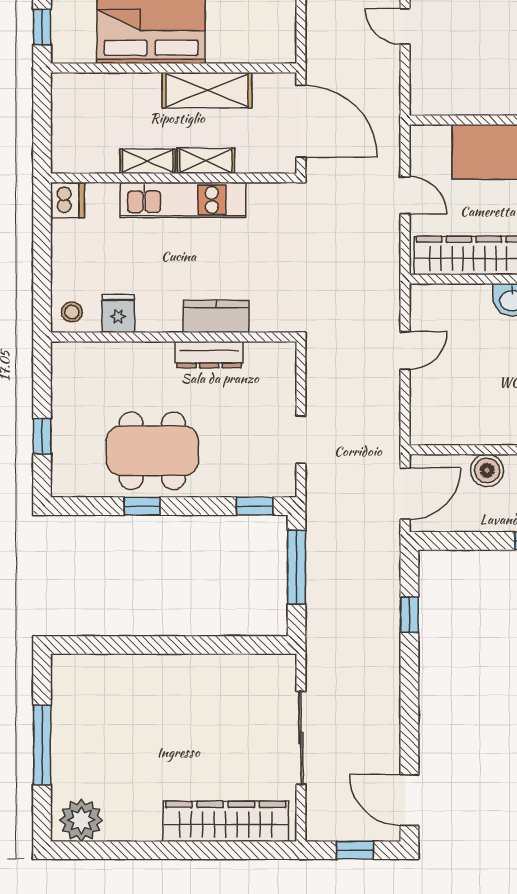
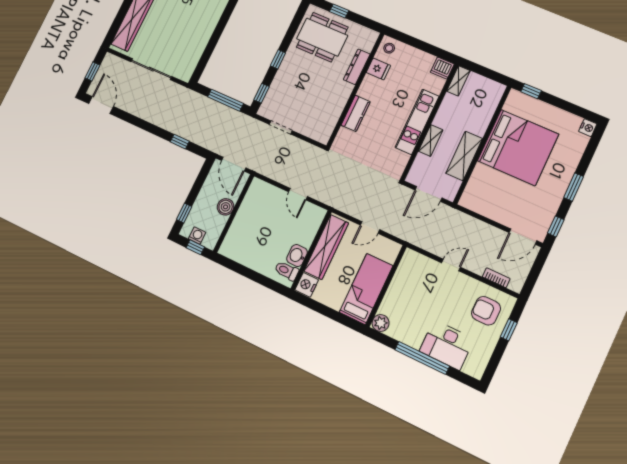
door: (301, 121) -> (428, 194), width x0.73
shelving: (148, 161) -> (458, 81), moved
dresser: (209, 355) -> (357, 67), moved
dining table: (152, 451) -> (322, 37), moved, turned 90
window: (142, 506) -> (278, 59), moved
door: (409, 800) -> (101, 105), hinge flipped

